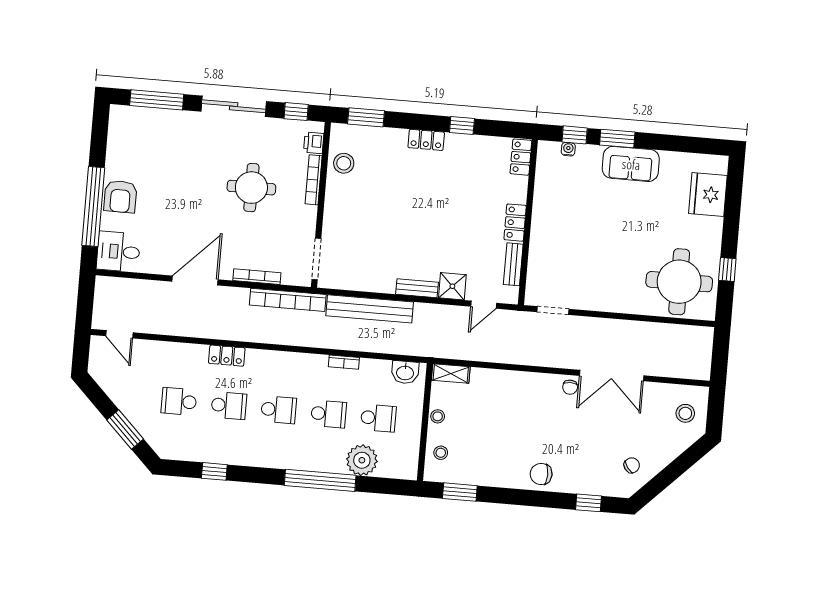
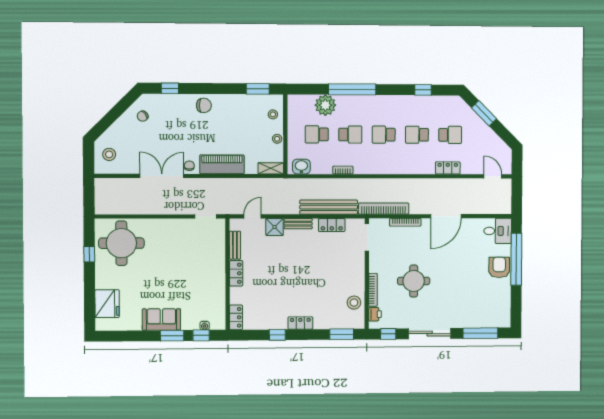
locker: (367, 282) -> (332, 225), added
locker: (227, 356) -> (448, 168), moved
piano: (522, 385) -> (222, 164), added
school desk: (329, 414) -> (350, 135), turned 180

